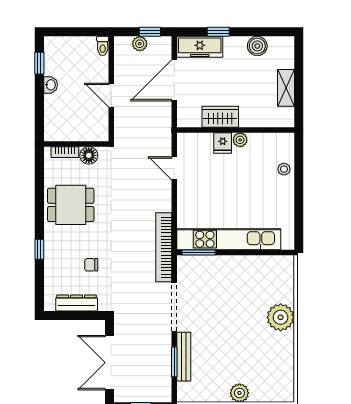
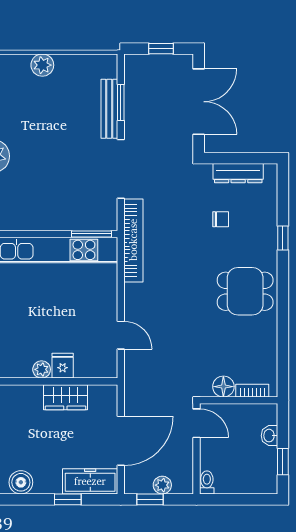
wall: (76, 144) -> (239, 400), moved
bookcase: (65, 152) -> (252, 391), moved
floor lamp: (89, 155) -> (223, 387), moved

